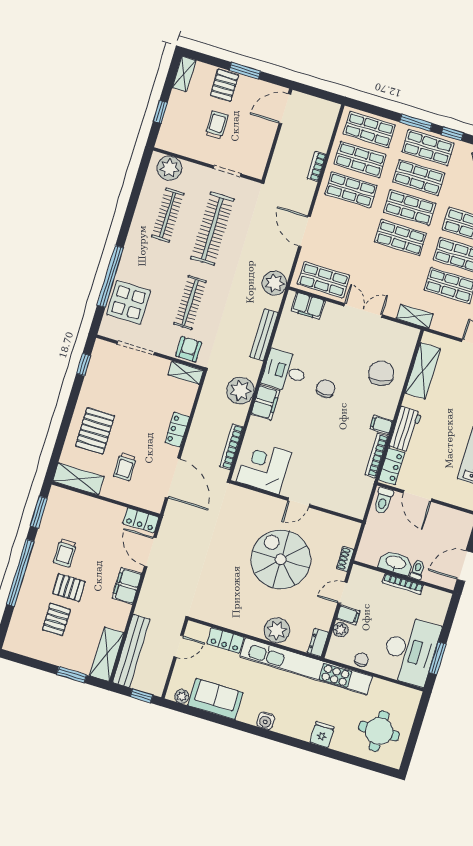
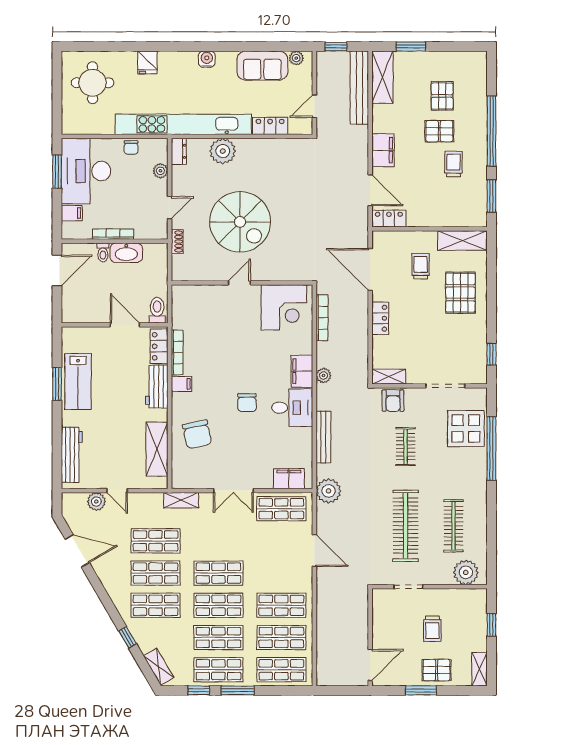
pallet: (224, 85) -> (437, 670), turned 90
bookcase: (317, 166) -> (322, 618), removed
clothes rail: (190, 303) -> (406, 447), width x0.73
plant: (240, 390) -> (324, 375), width x0.53, depth x0.53
filing cabinet: (348, 615) -> (72, 213), moved, turned 180

